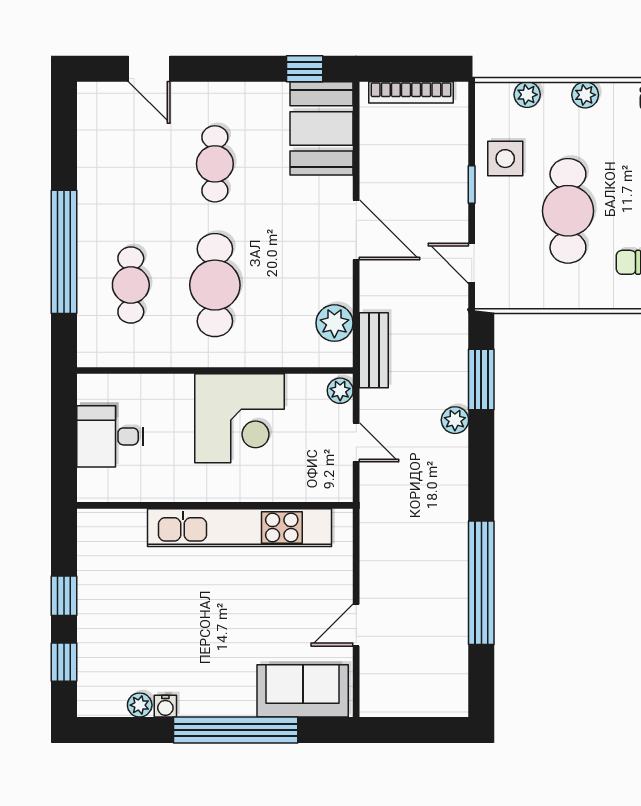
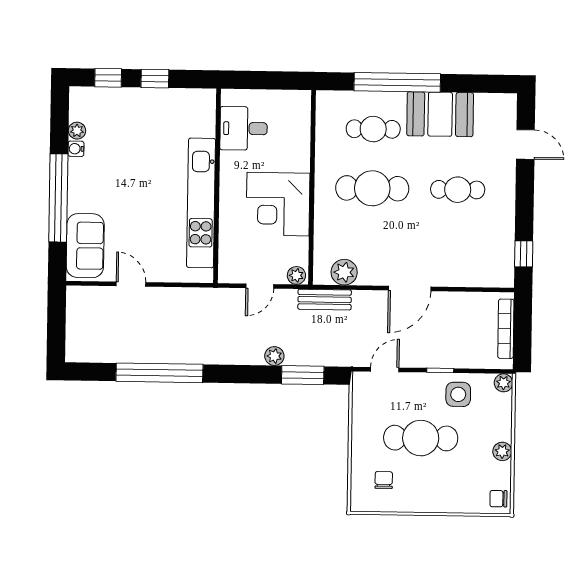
door: (149, 69) -> (525, 144), swing flipped
plant: (527, 95) -> (503, 383), moved
booth: (322, 128) -> (440, 114), moved
desk: (110, 436) -> (244, 128), moved, turned -90

